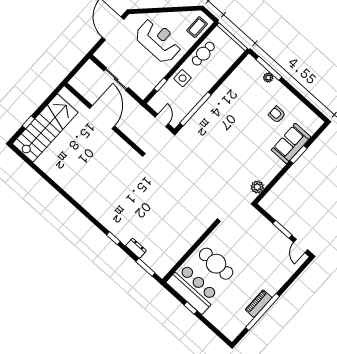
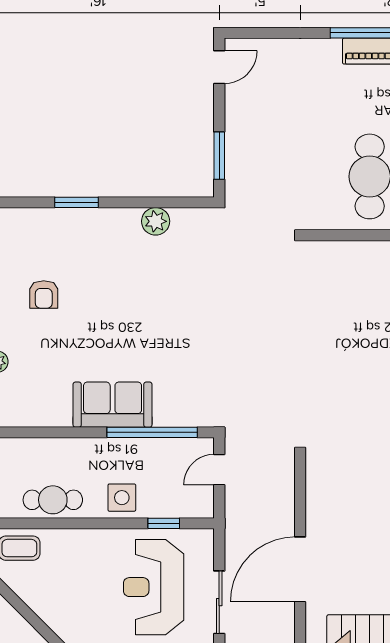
reception desk: (158, 40) -> (154, 587), moved
sofa: (291, 144) -> (113, 405), moved, turned 180
plant: (257, 187) -> (156, 221), moved
window: (282, 229) -> (219, 156), moved

